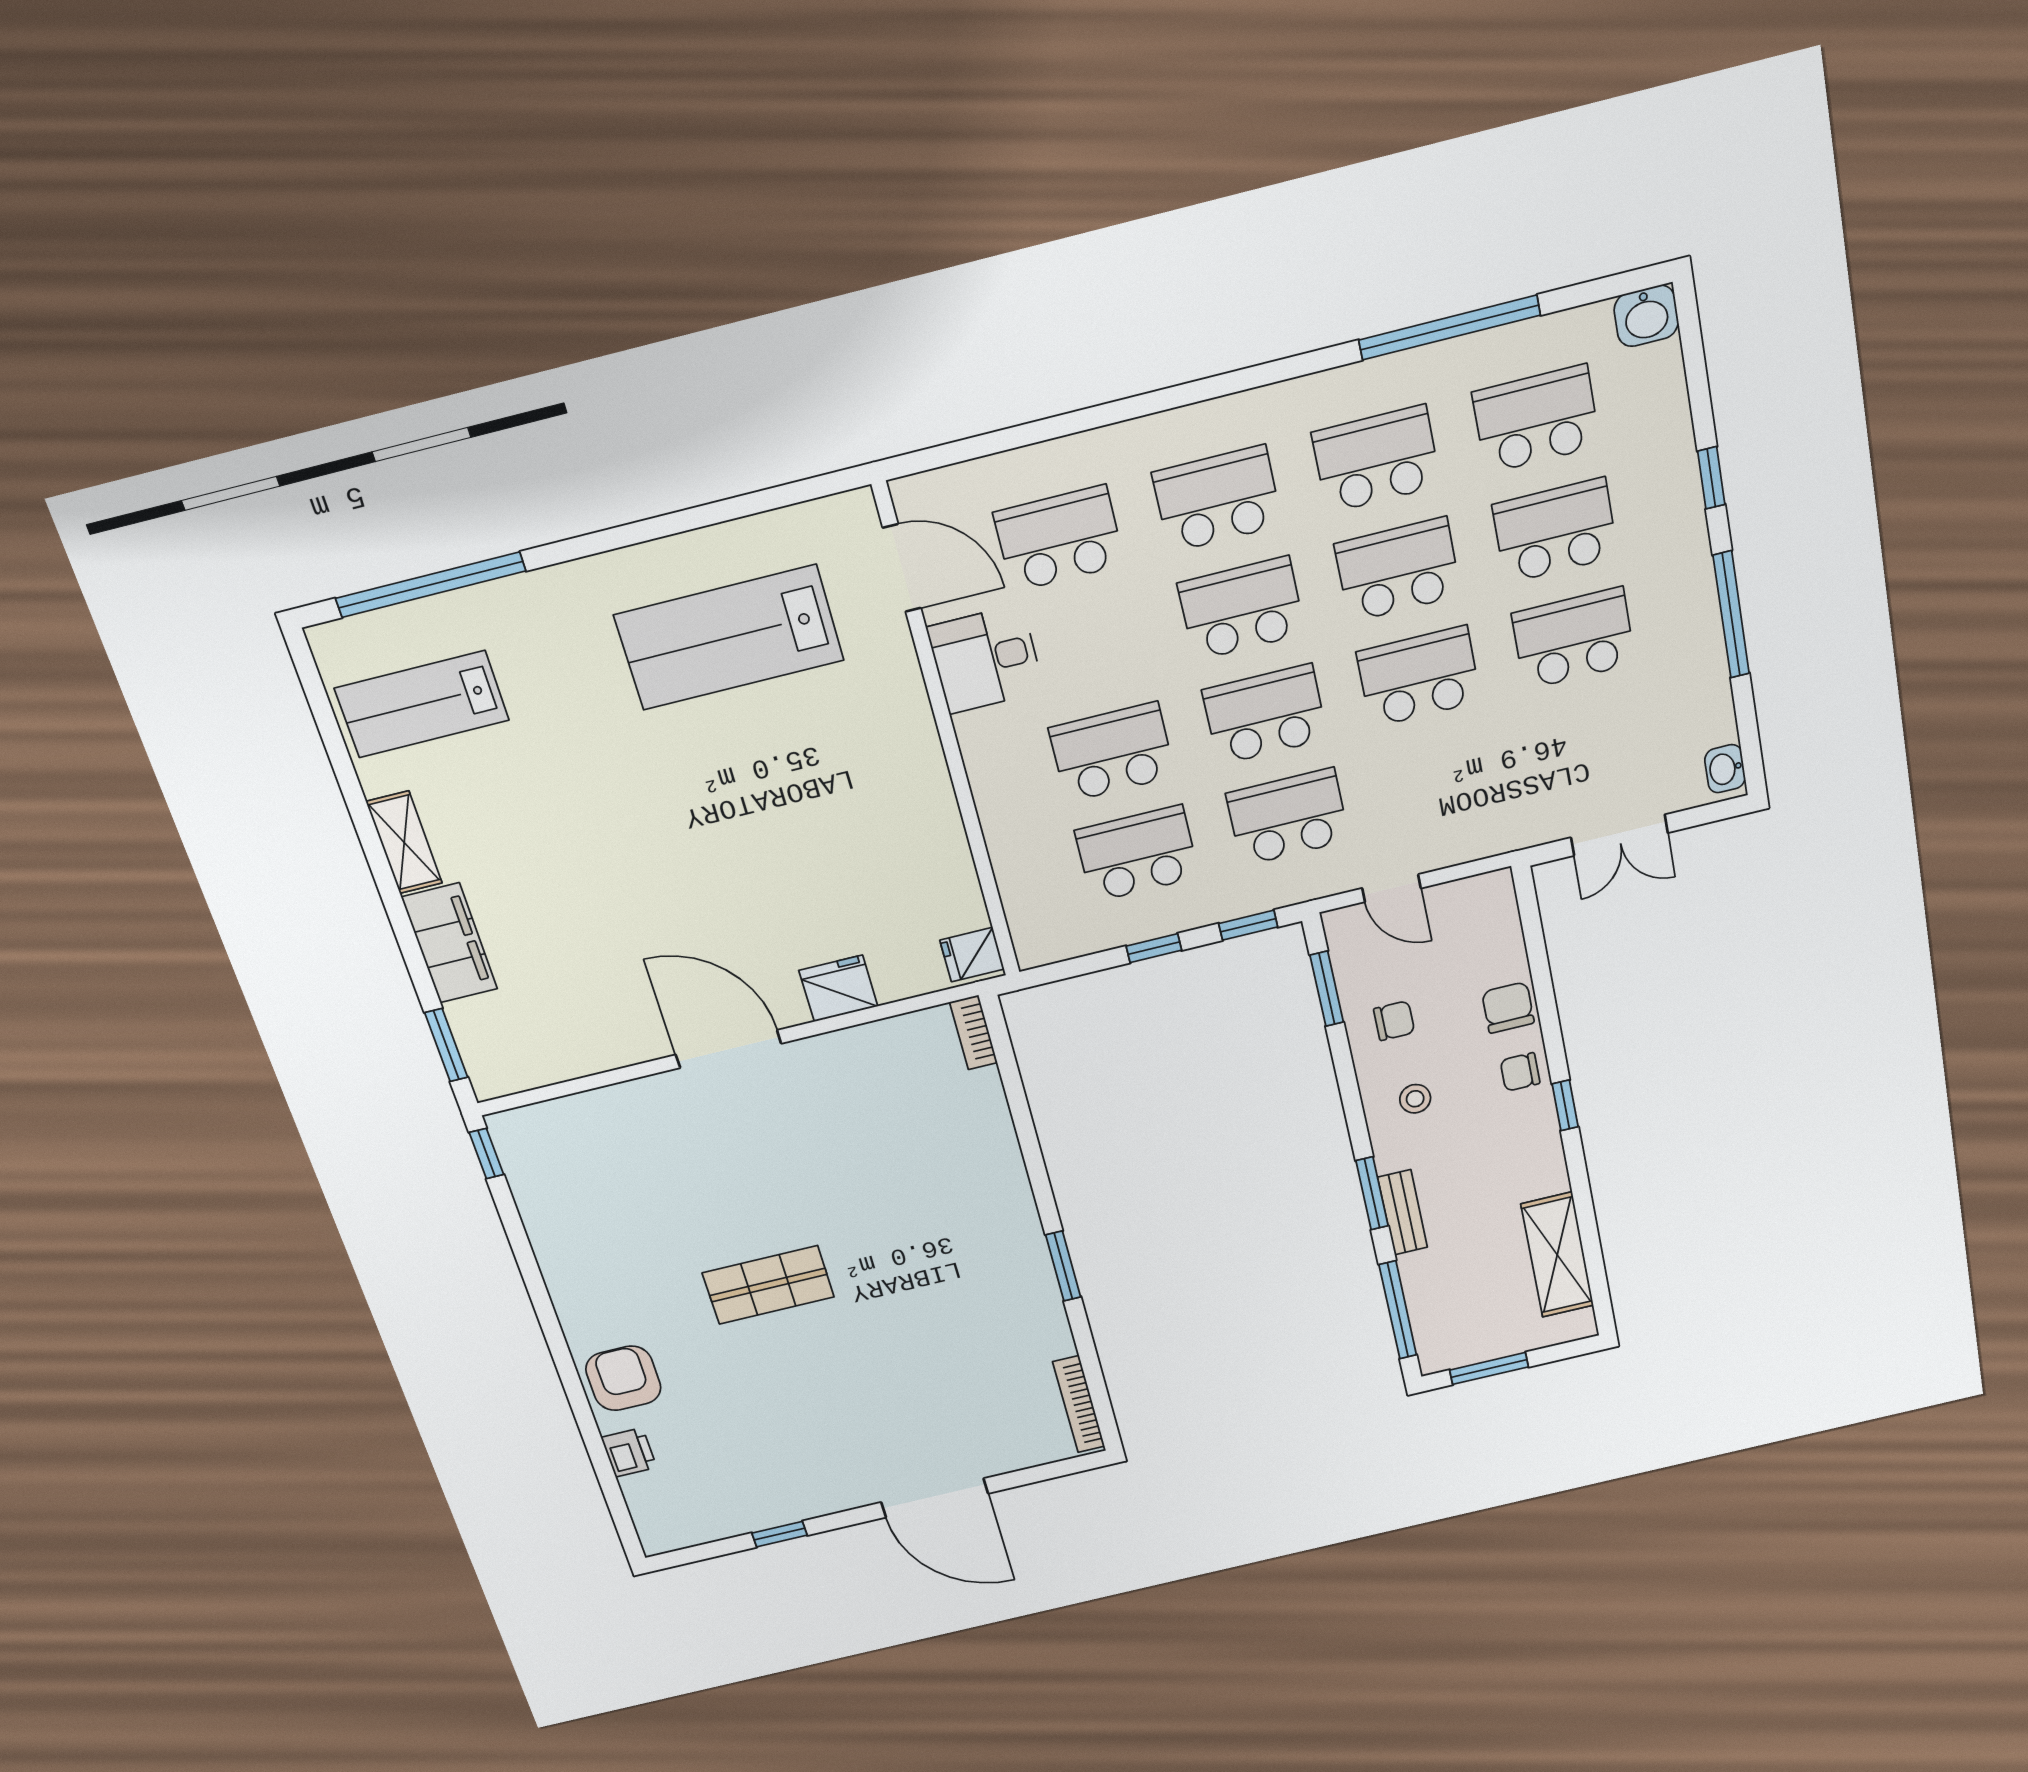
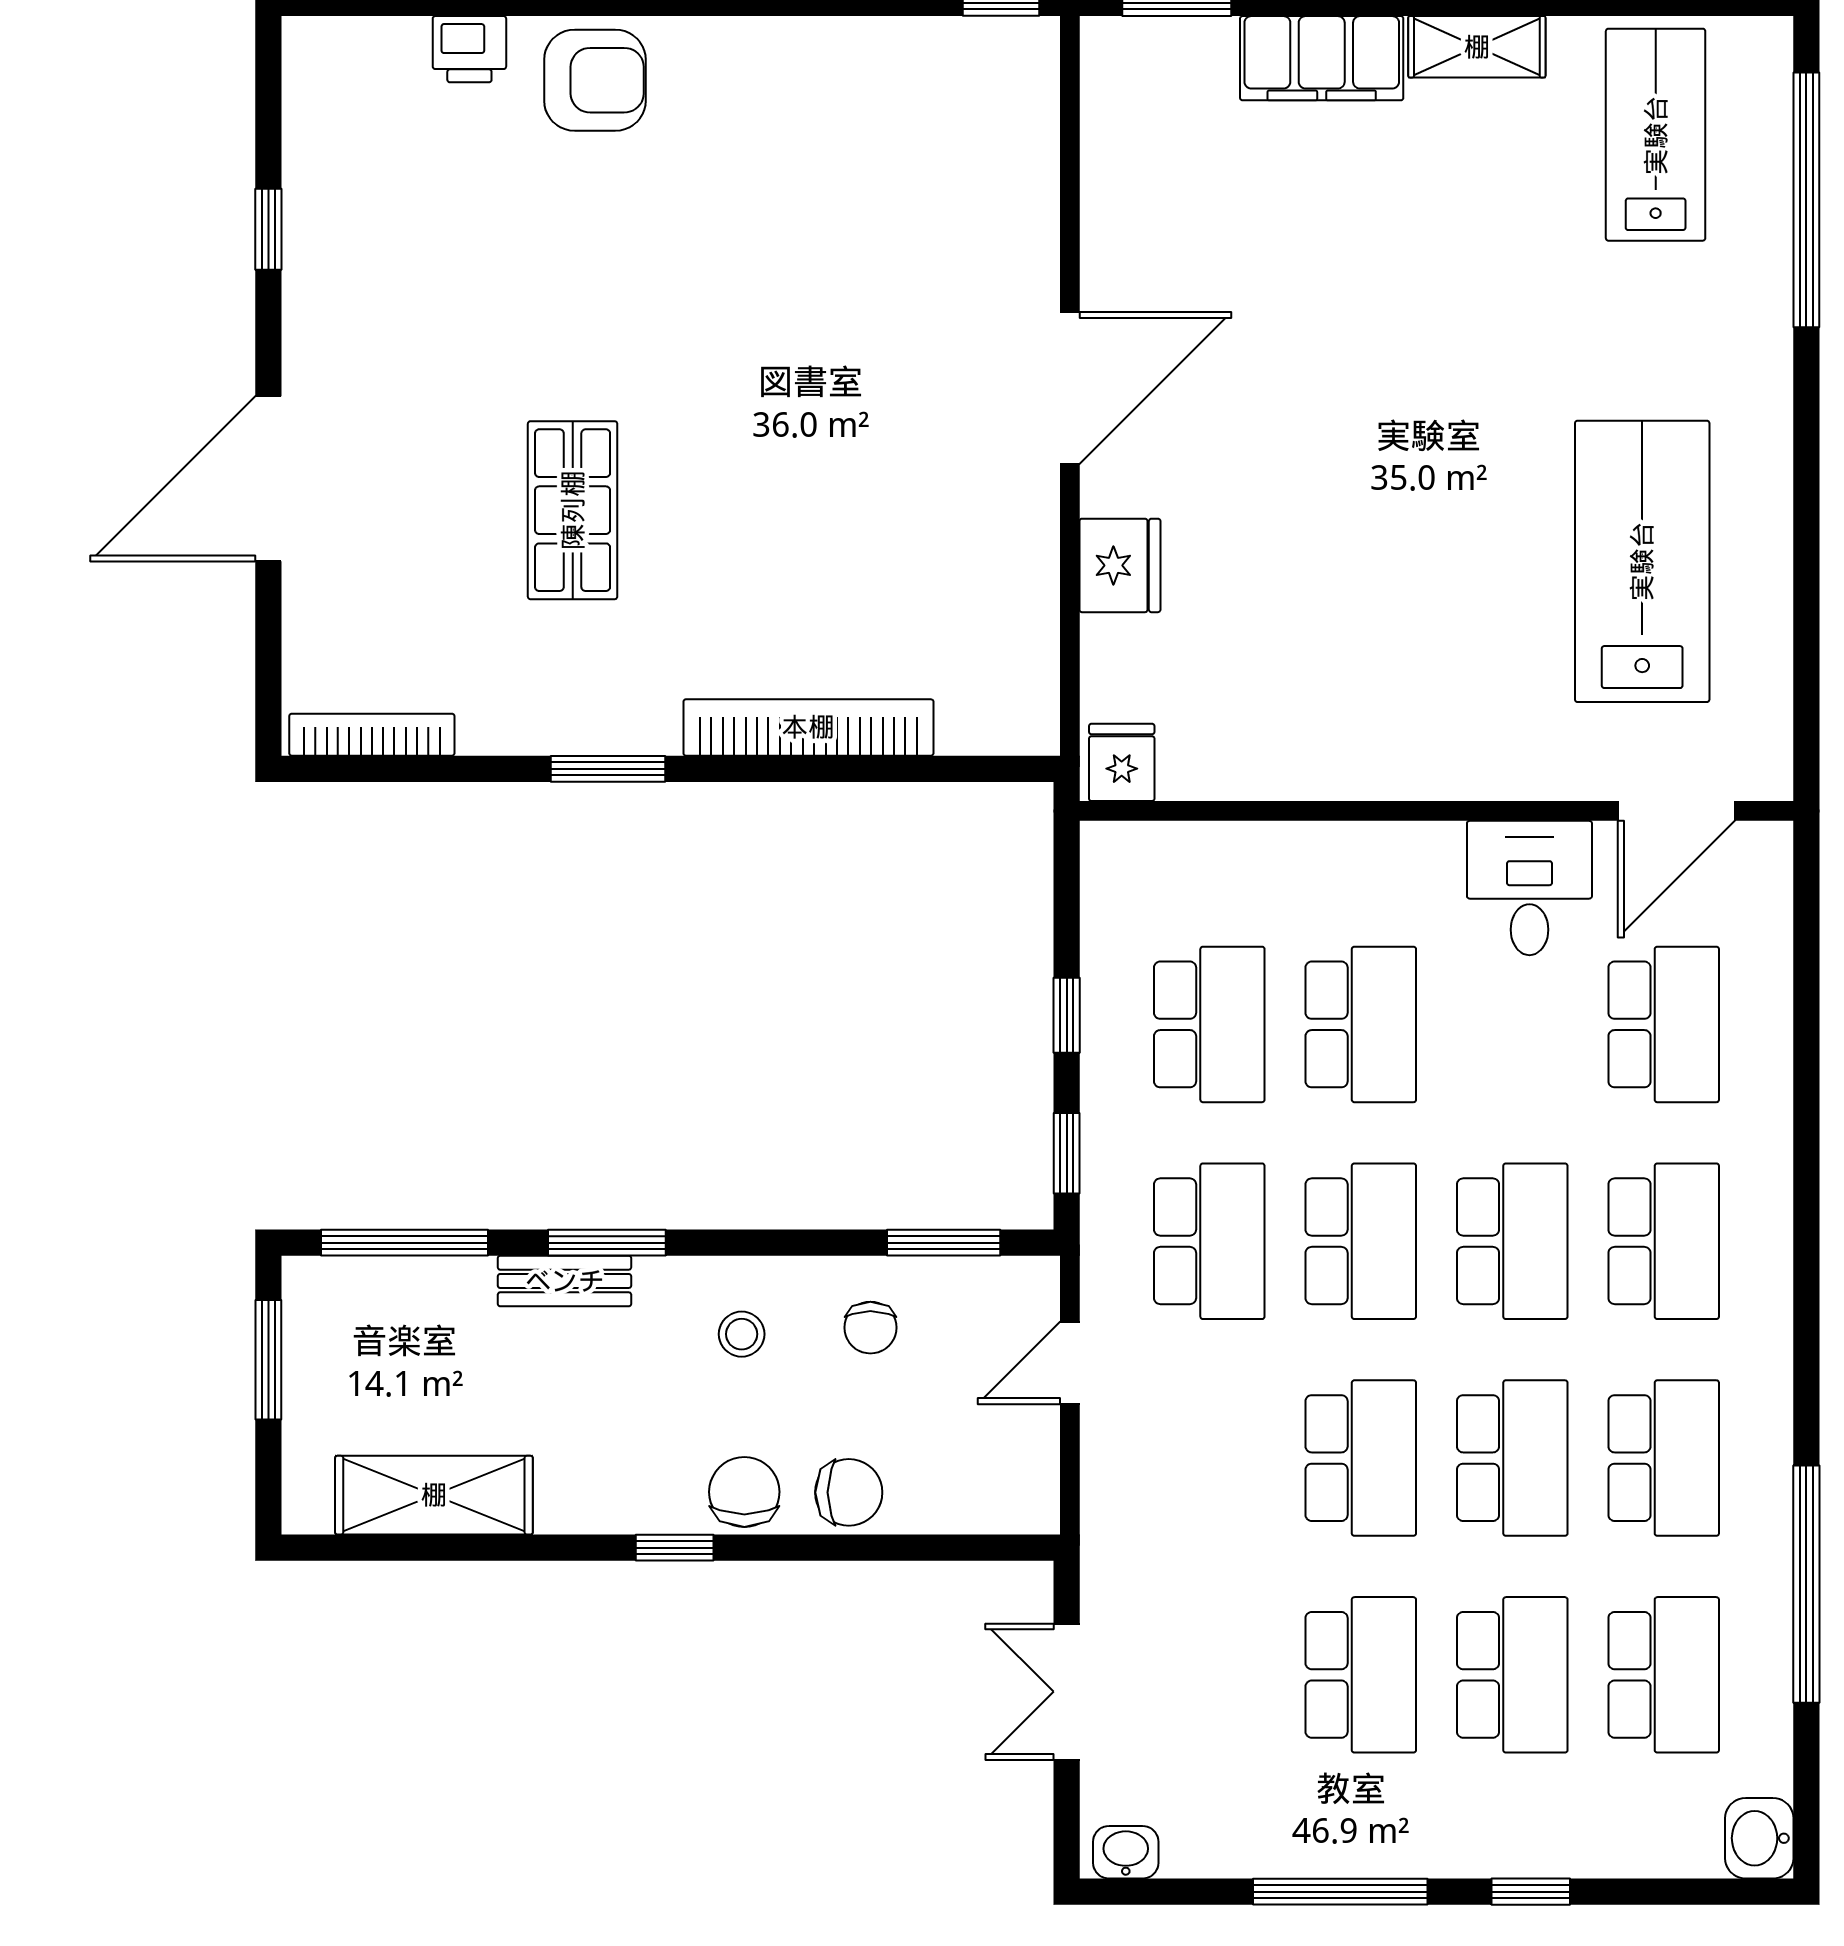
bookcase: (973, 1032) -> (808, 727), moved, width x2.31, depth x1.31
chair: (1520, 1072) -> (744, 1492), width x1.37, depth x1.37
shop shelf: (768, 1285) -> (573, 510), moved

